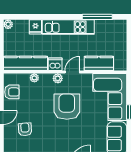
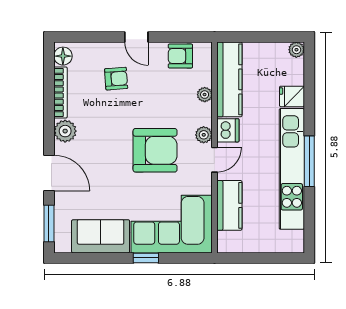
window: (97, 17) -> (309, 161), moved
kitchen unit: (68, 27) -> (292, 169), width x1.36
door: (72, 72) -> (214, 160), hinge flipped
armchair: (12, 92) -> (180, 56), turned 90

